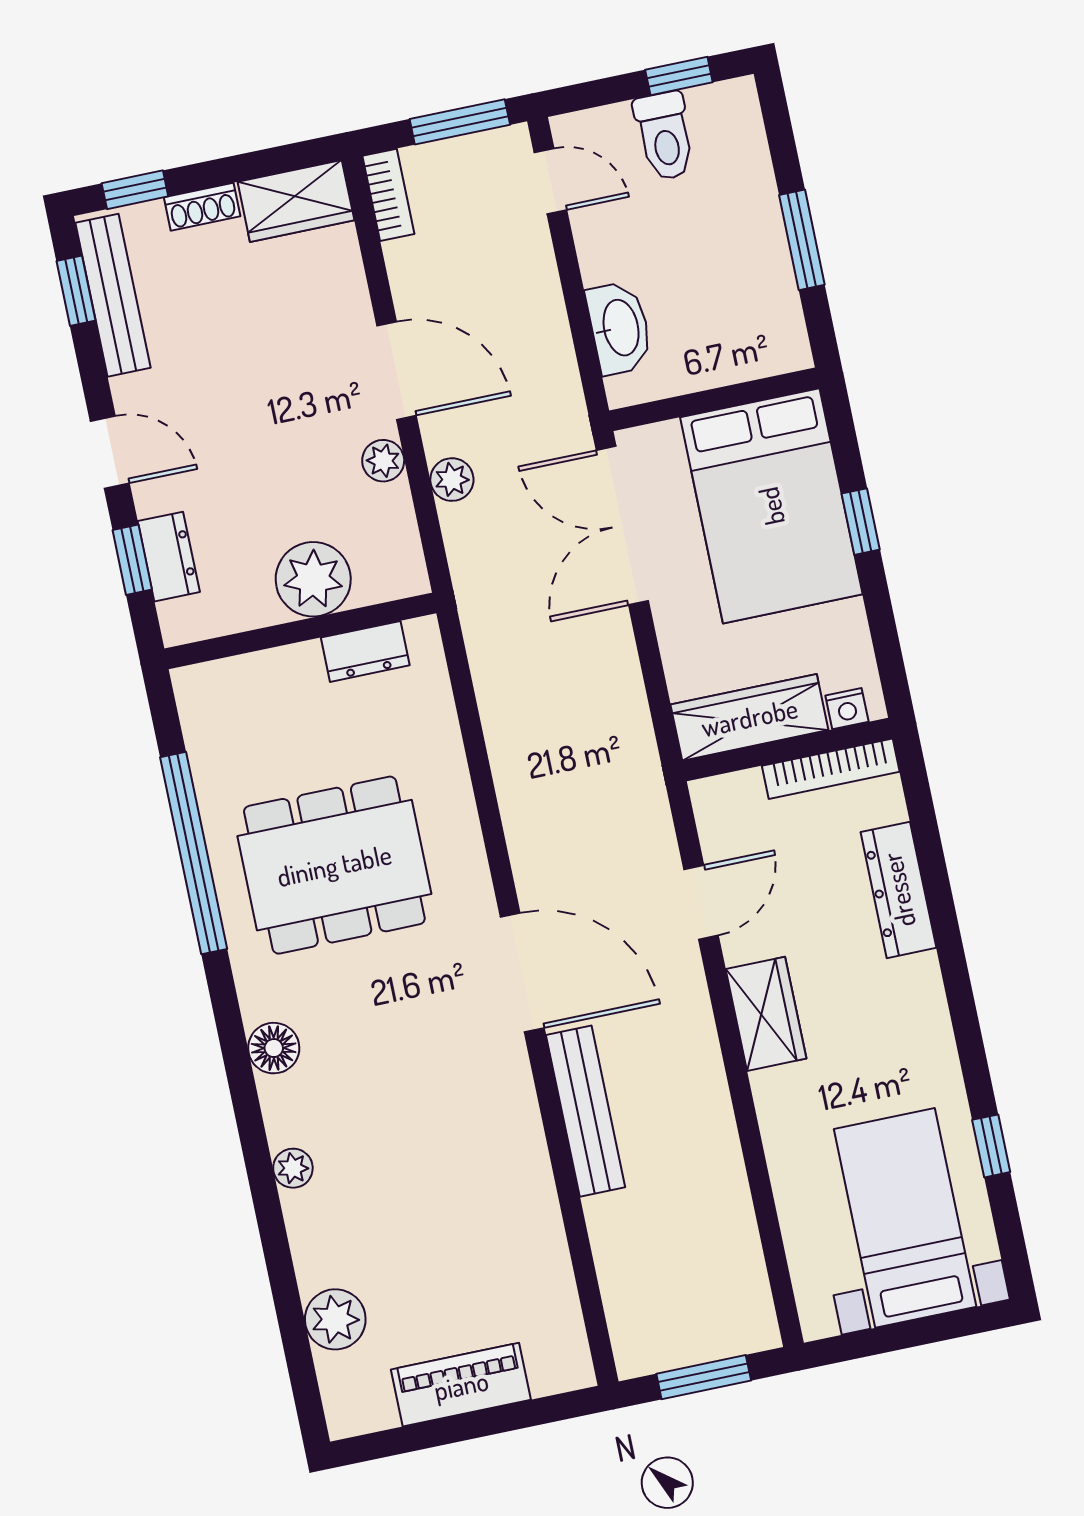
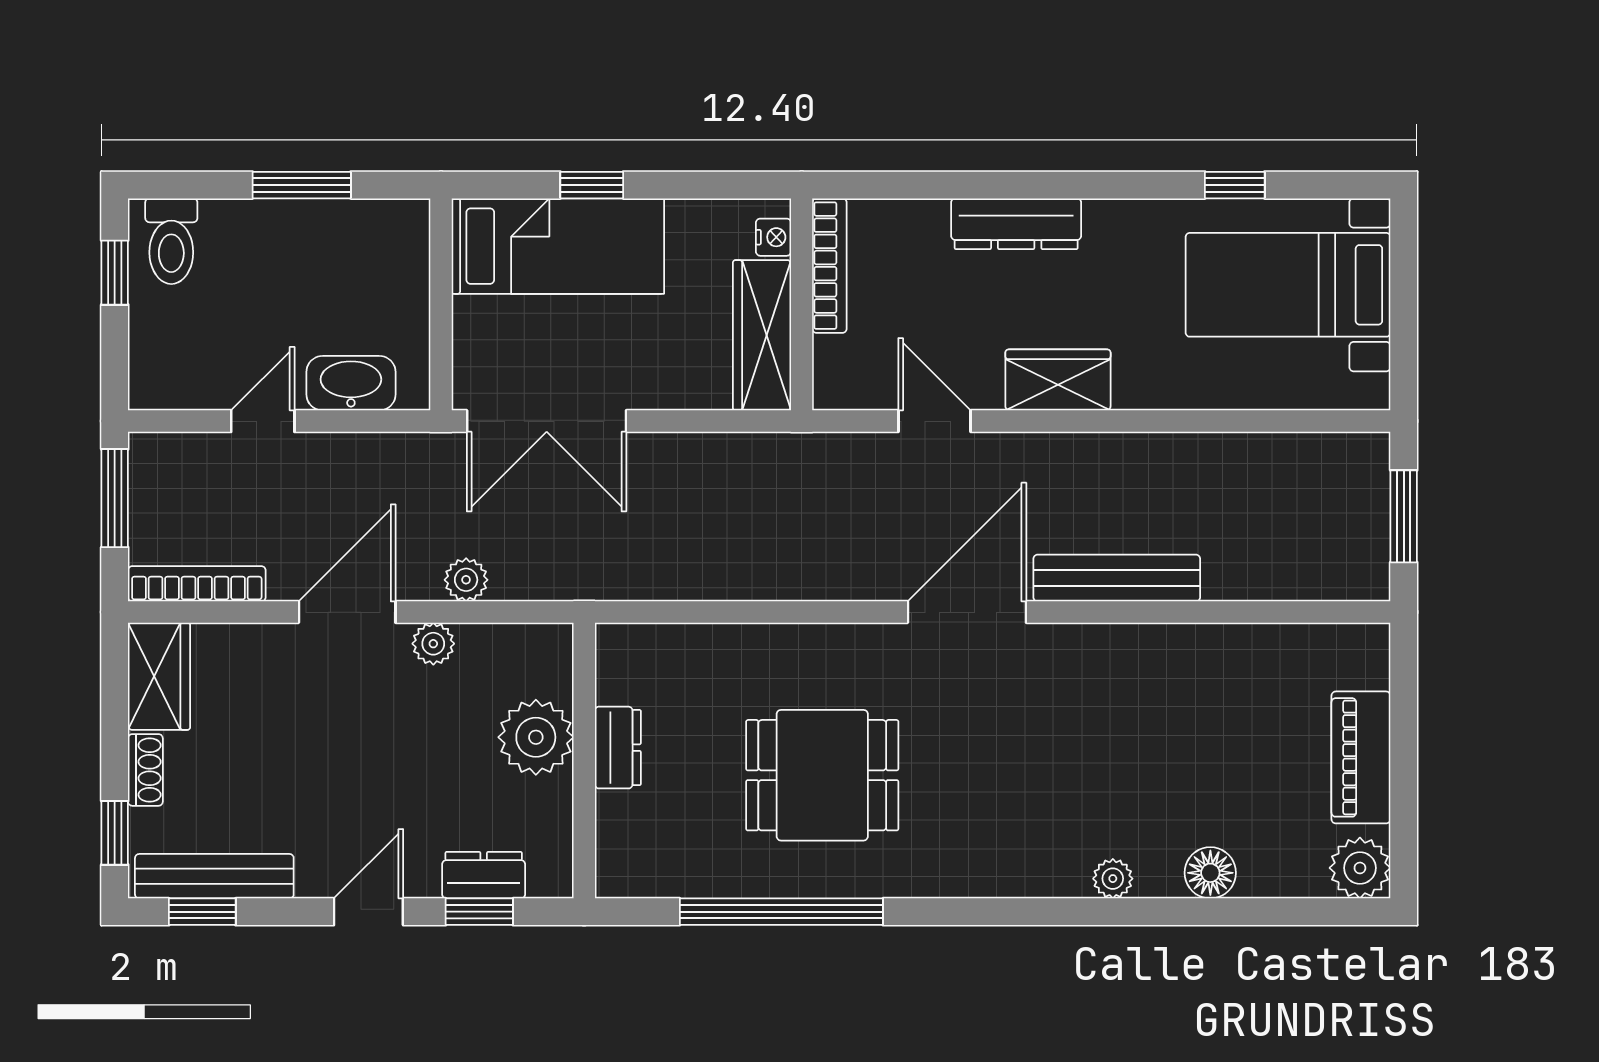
toilet: (665, 136) -> (171, 241), moved, turned 90
door: (550, 181) -> (263, 421), moved
bookcase: (388, 195) -> (197, 584), width x1.56
bed: (771, 506) -> (558, 246), width x0.67
dresser: (365, 651) -> (618, 748), moved
dining table: (334, 865) -> (822, 775), width x0.73
dresser: (898, 890) -> (1016, 224), moved
floor lamp: (274, 1048) -> (1210, 873), moved
plant: (335, 1319) -> (1360, 868), moved

